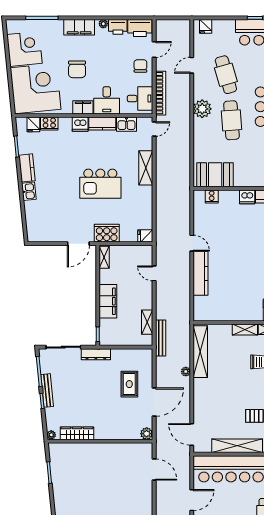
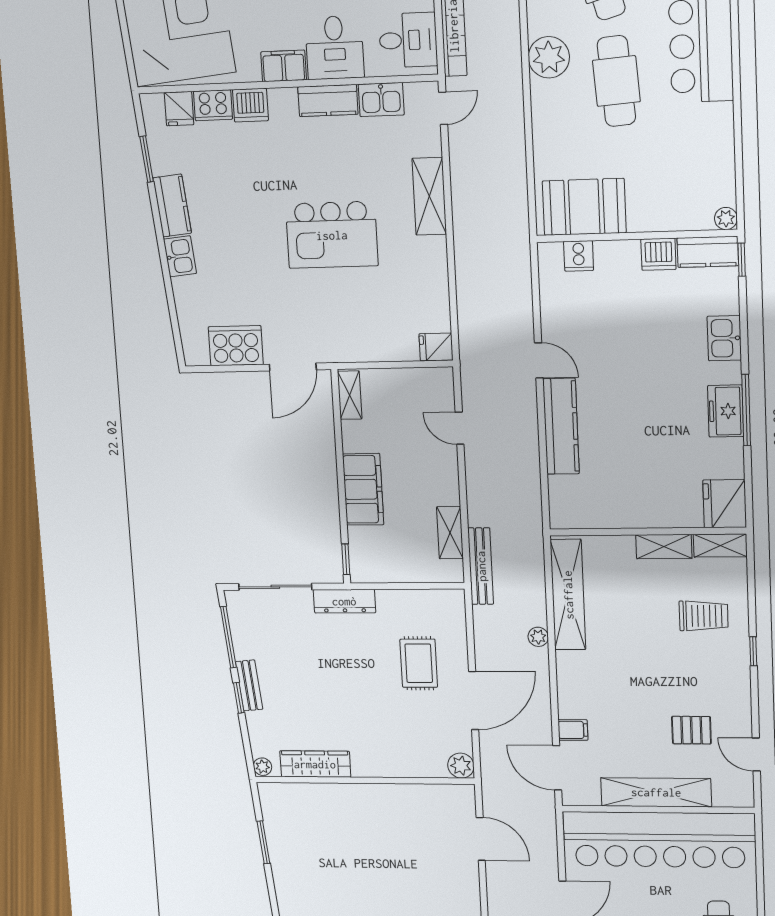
dishwasher: (80, 124) -> (250, 105), moved
cooker: (107, 233) -> (236, 346), moved
bench: (47, 390) -> (249, 685), width x0.73
filing cabinet: (200, 416) -> (573, 730), added

